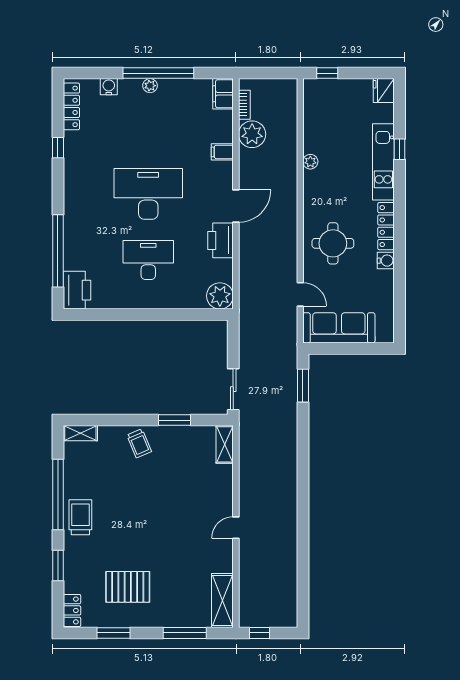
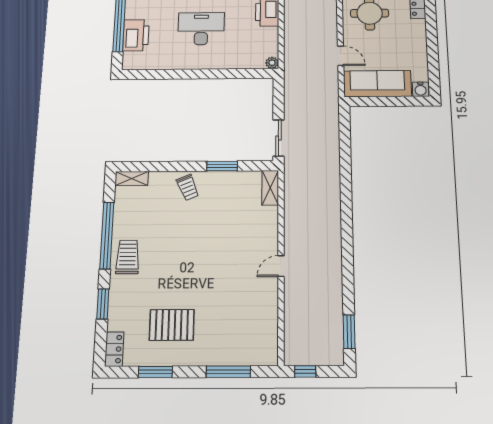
water cooler: (386, 261) -> (421, 89), moved, turned 90
printer: (77, 290) -> (136, 35), moved
plant: (220, 296) -> (272, 63), width x0.53, depth x0.53
window: (303, 386) -> (349, 332), moved
shelving: (222, 600) -> (267, 338), removed

